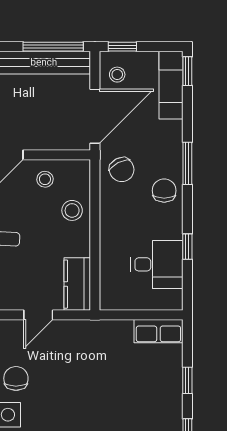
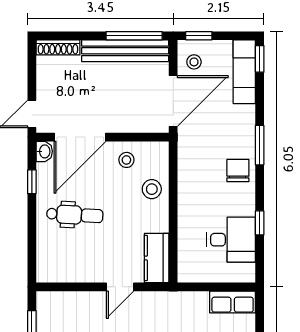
chair: (122, 170) -> (198, 151), removed

